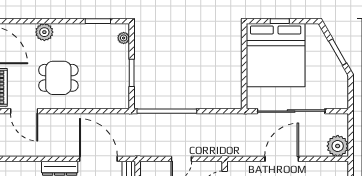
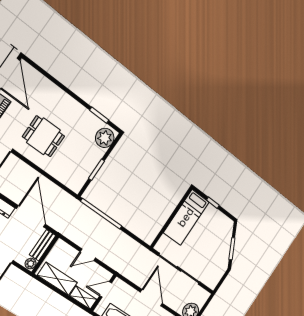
plant: (44, 32) -> (57, 95), removed
plant: (124, 38) -> (105, 138), width x1.87, depth x1.87
bed: (276, 55) -> (186, 217), width x0.49
door: (282, 159) -> (152, 298), hinge flipped

